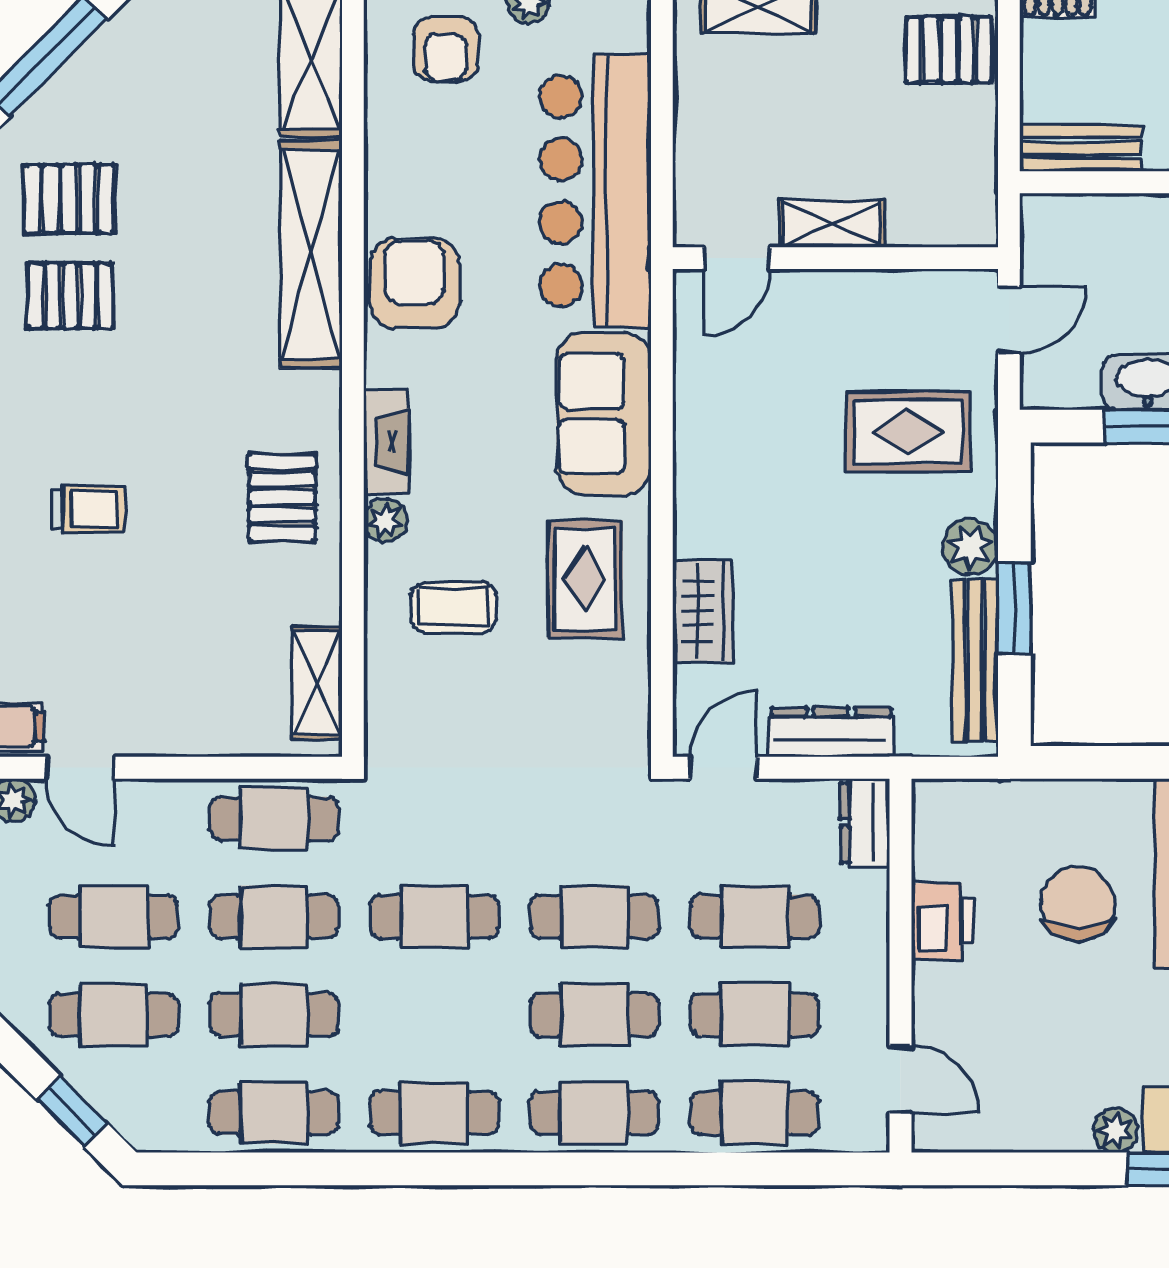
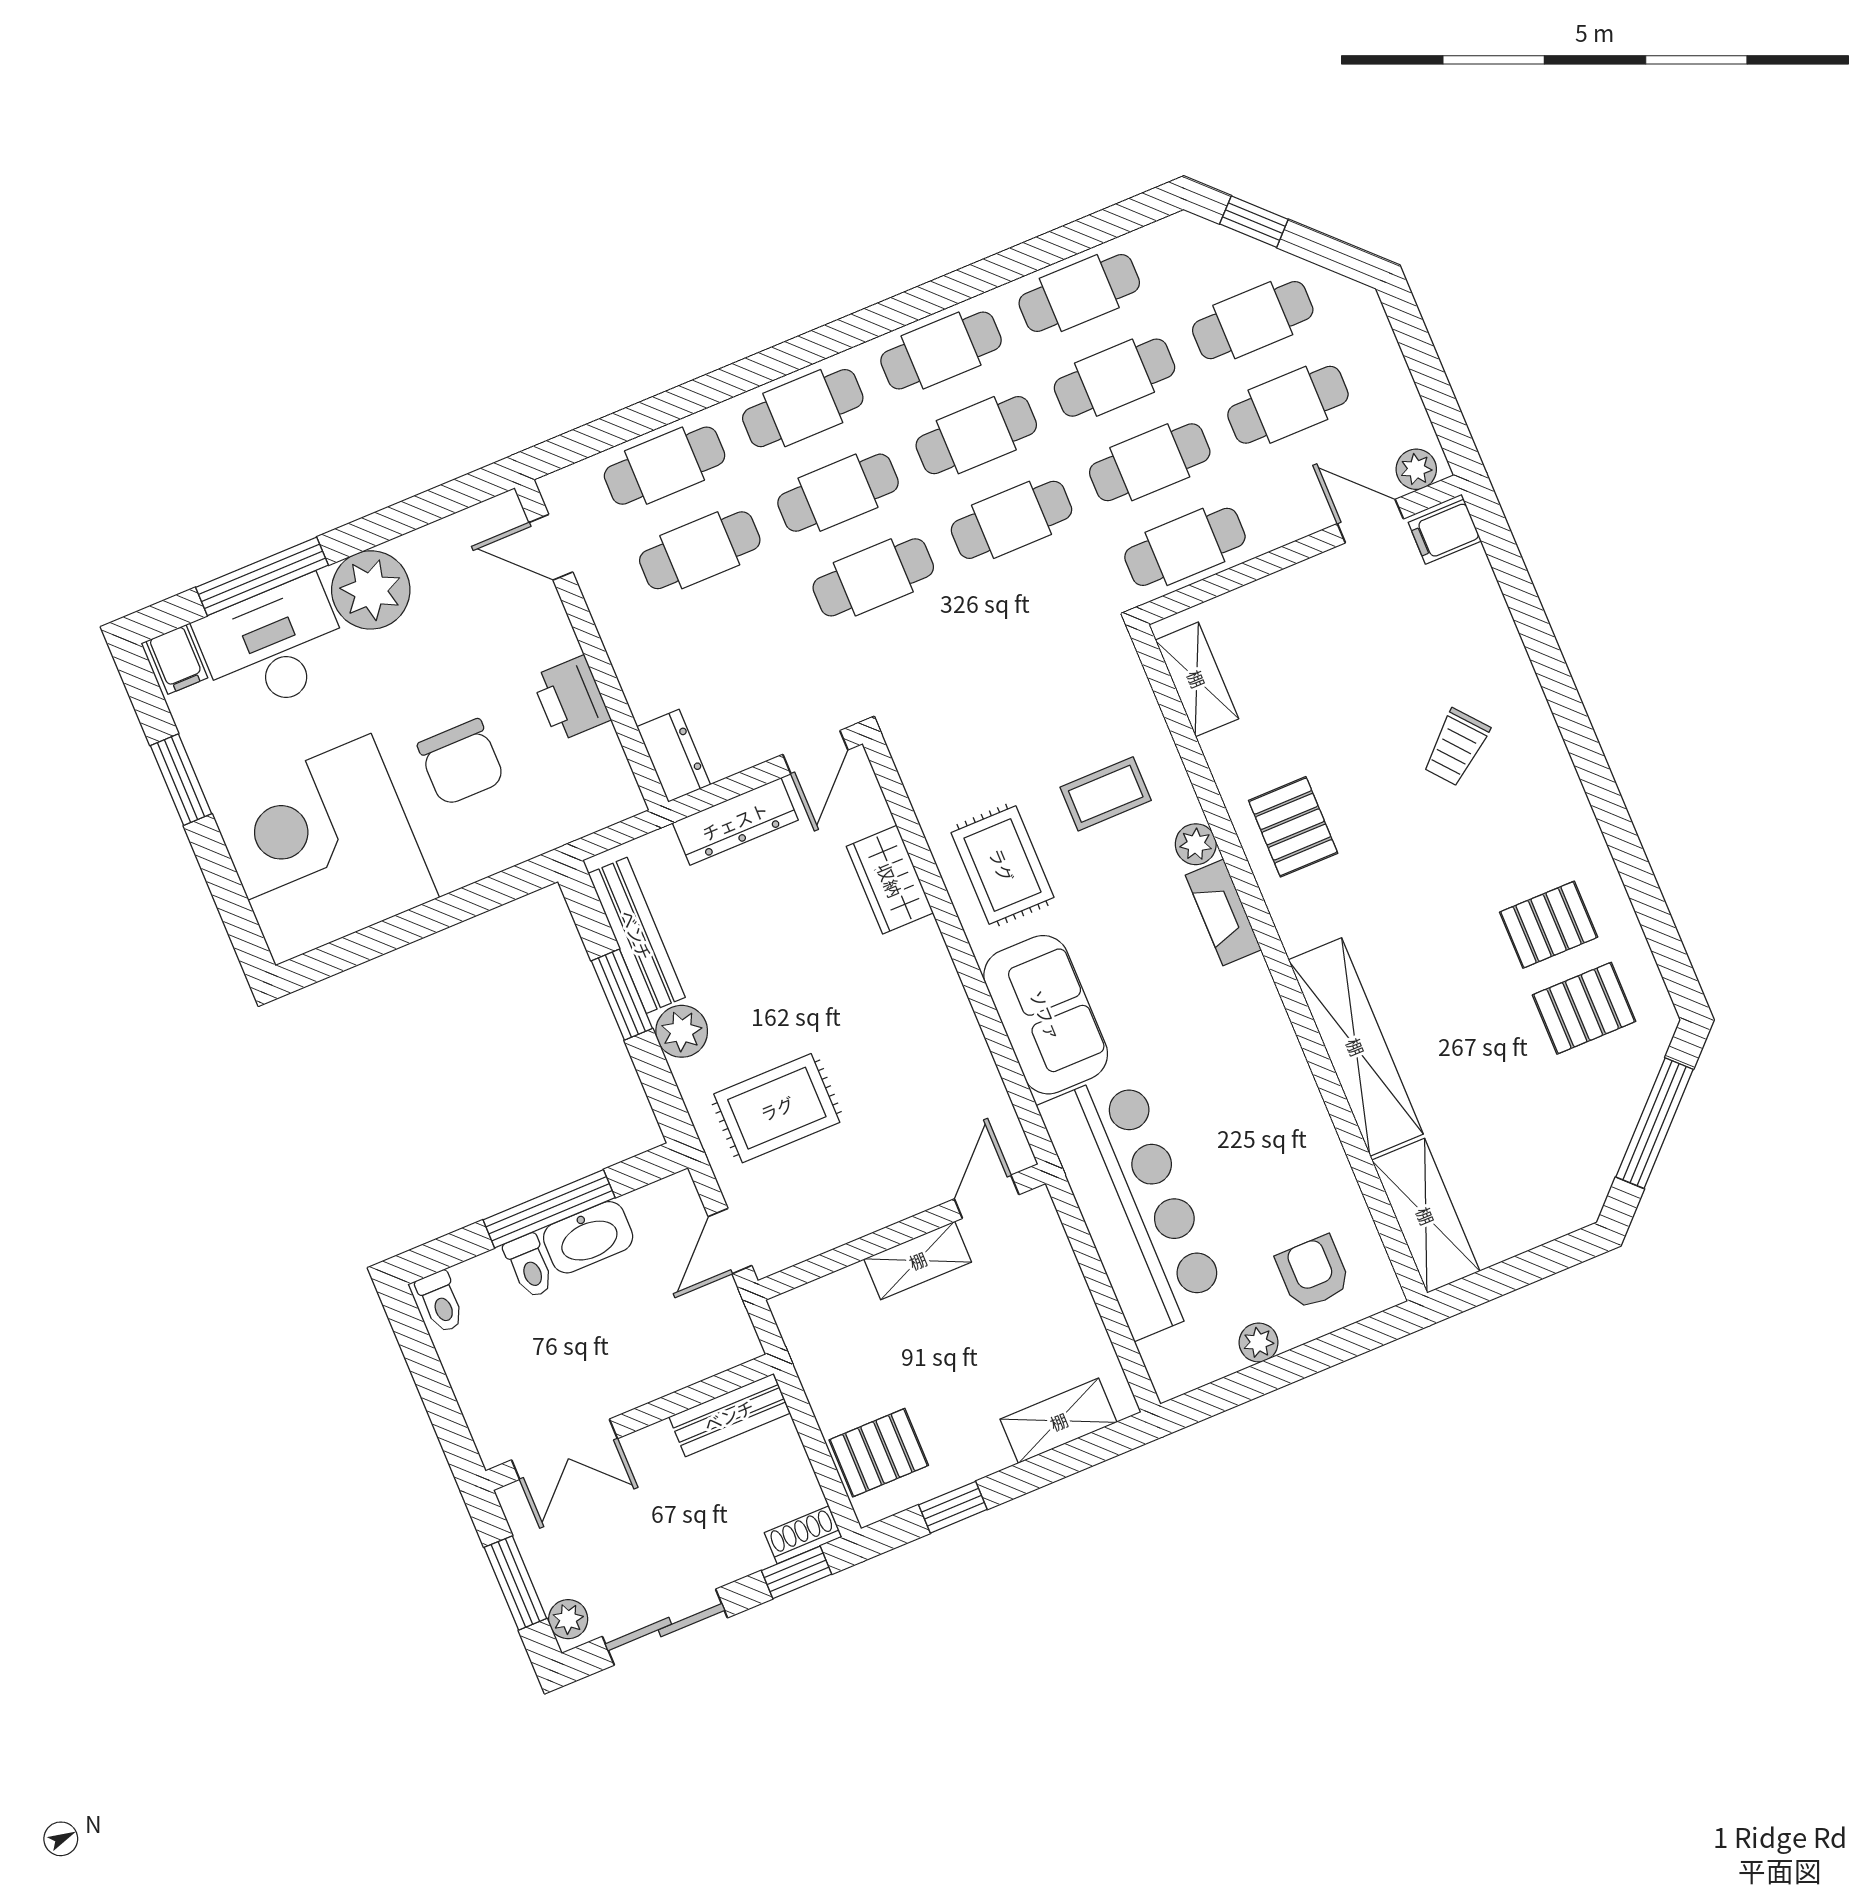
armchair: (415, 283) -> (1256, 1059), removed
trolley: (89, 509) -> (1456, 747), turned -40
cafe table: (755, 917) -> (976, 435), moved
plant: (1115, 1130) -> (371, 590), width x1.88, depth x1.88

